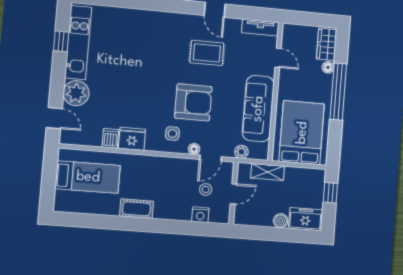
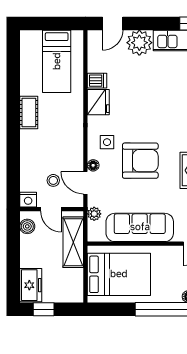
armchair: (193, 102) -> (140, 161), turned -90
shelving: (268, 172) -> (73, 242), width x1.50, depth x1.33
window: (330, 193) -> (44, 309), moved
nightstand: (200, 215) -> (28, 200), moved, turned -90
boiler: (281, 221) -> (27, 226), moved

